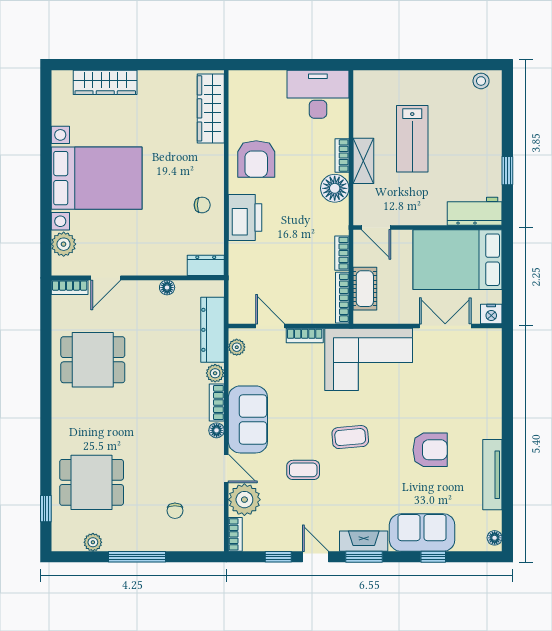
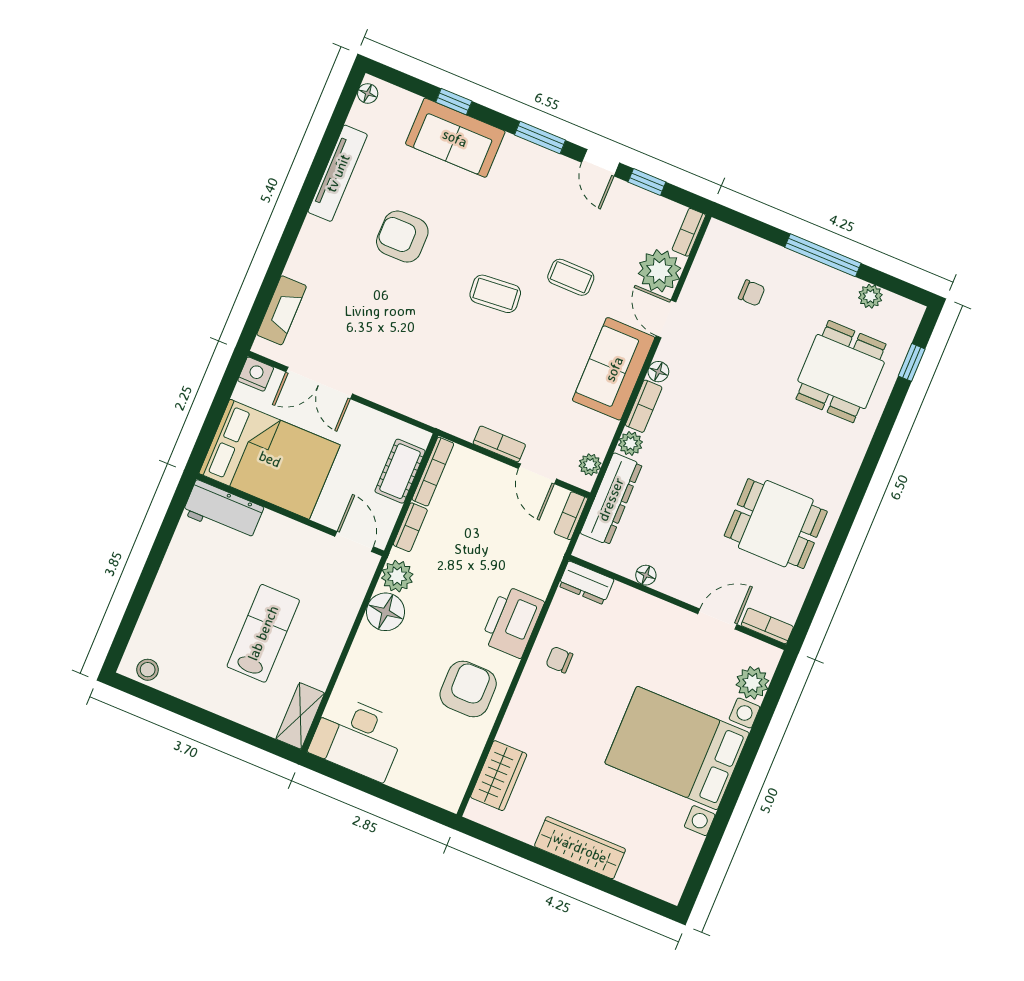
wardrobe: (105, 82) -> (580, 848), moved
wardrobe: (211, 108) -> (499, 776), width x0.67
bookcase: (342, 155) -> (571, 516), moved, turned 180
shelving: (363, 161) -> (300, 716), moved
window: (507, 171) -> (161, 544), removed
plant: (337, 216) -> (397, 576), added
corner sofa: (369, 359) -> (432, 381), removed
dining table: (92, 482) -> (841, 372), turned 90
chair: (175, 511) -> (752, 293), turned 90
fireplace: (364, 541) -> (282, 310), moved, turned -90

